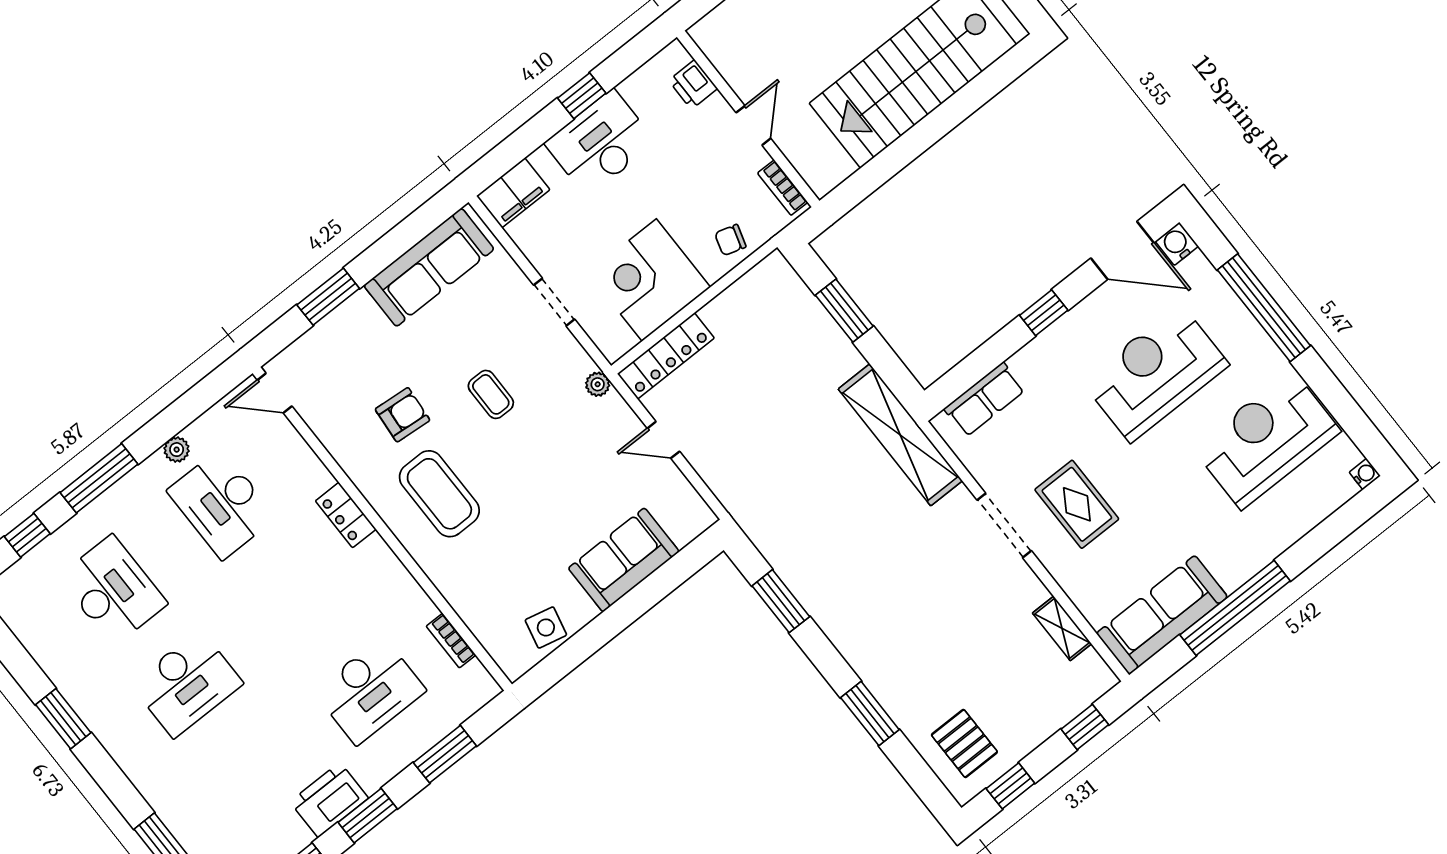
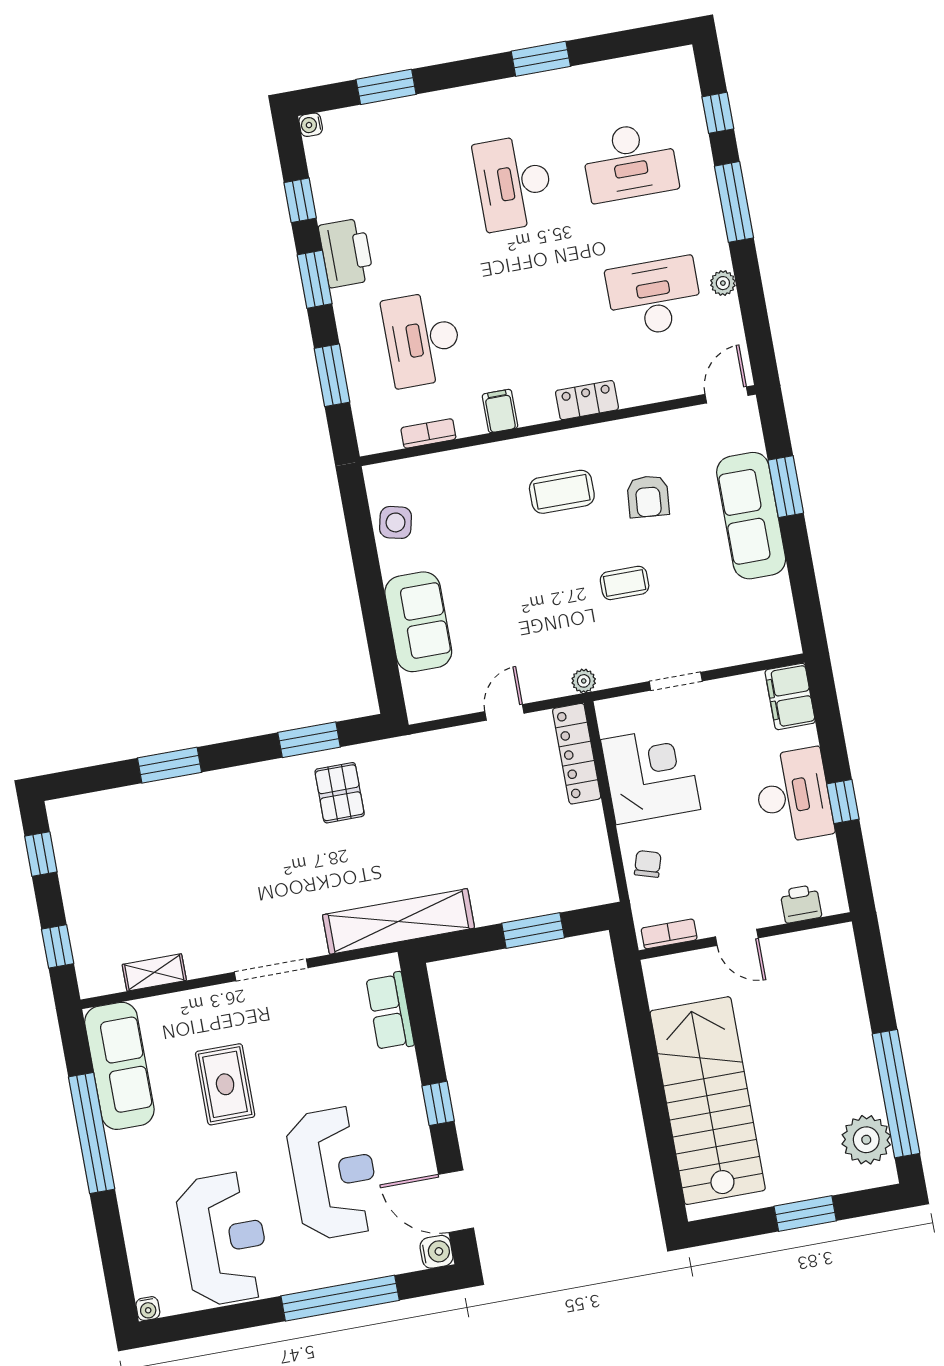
door: (1122, 250) -> (456, 1201), hinge flipped
sofa: (429, 267) -> (751, 516), moved
coffee table: (439, 494) -> (562, 492), width x0.73, depth x0.76
rug: (1077, 504) -> (225, 1084), moved, turned 90
filing cabinet: (397, 587) -> (500, 411), added
pallet: (964, 743) -> (340, 793), moved, turned 90

